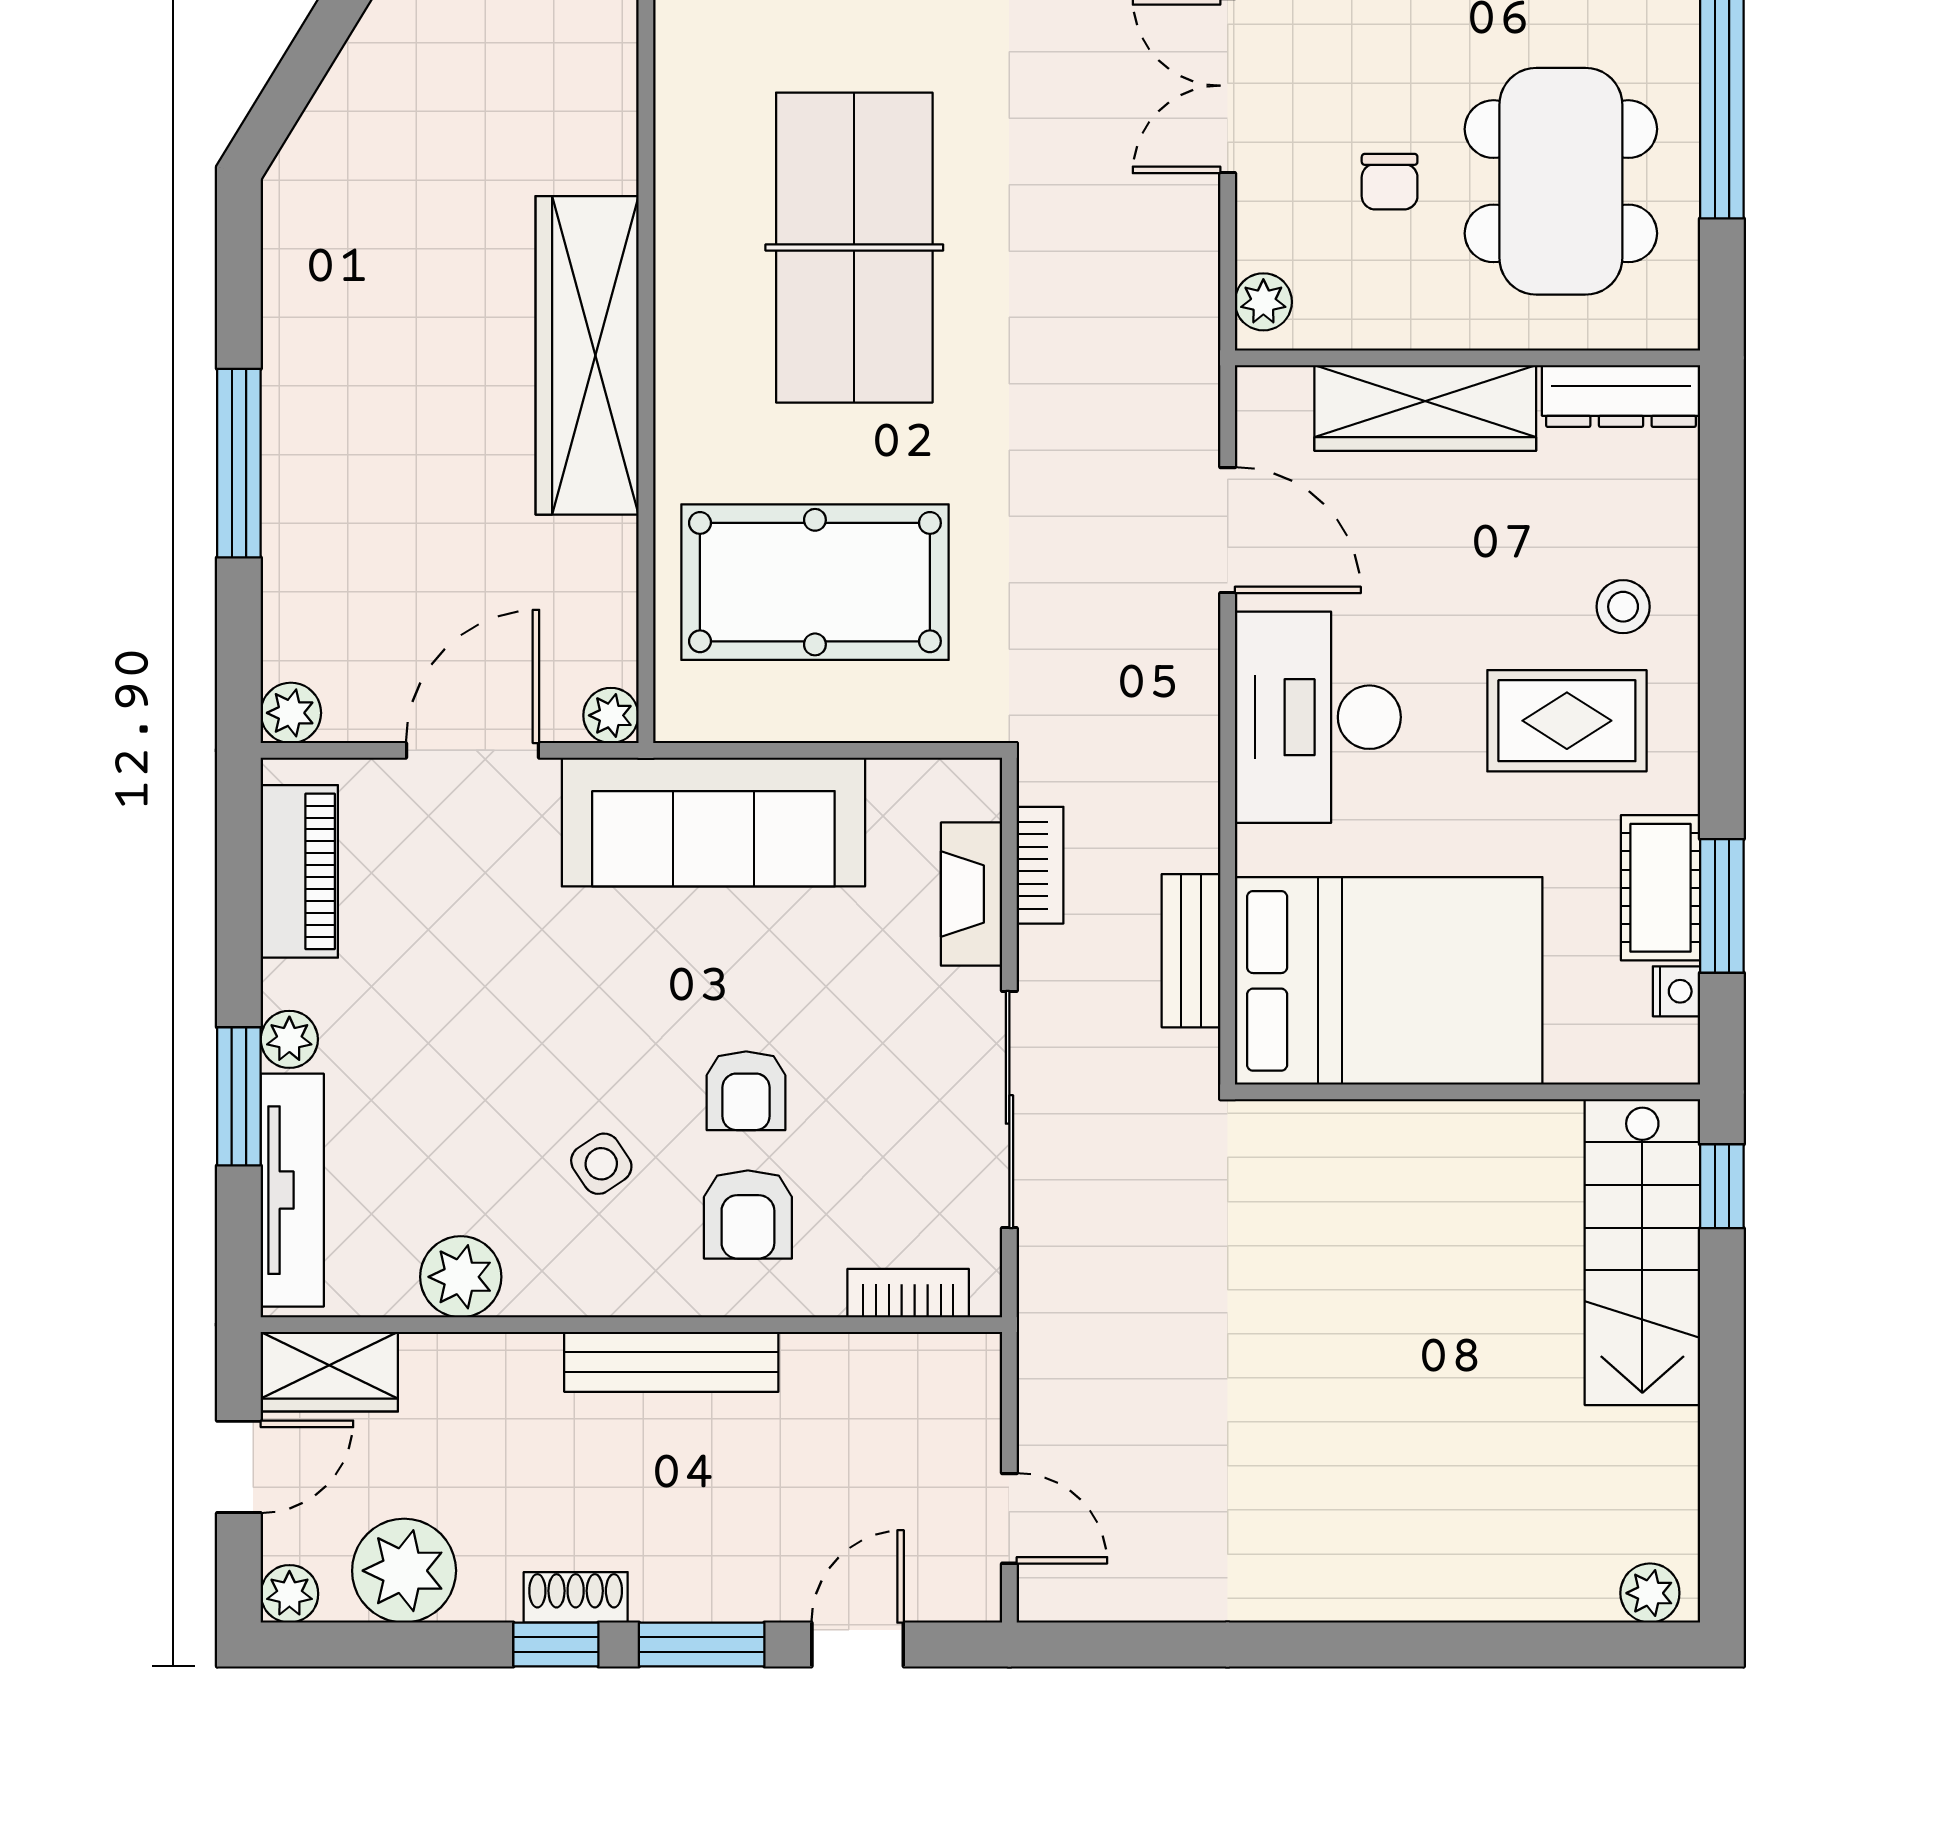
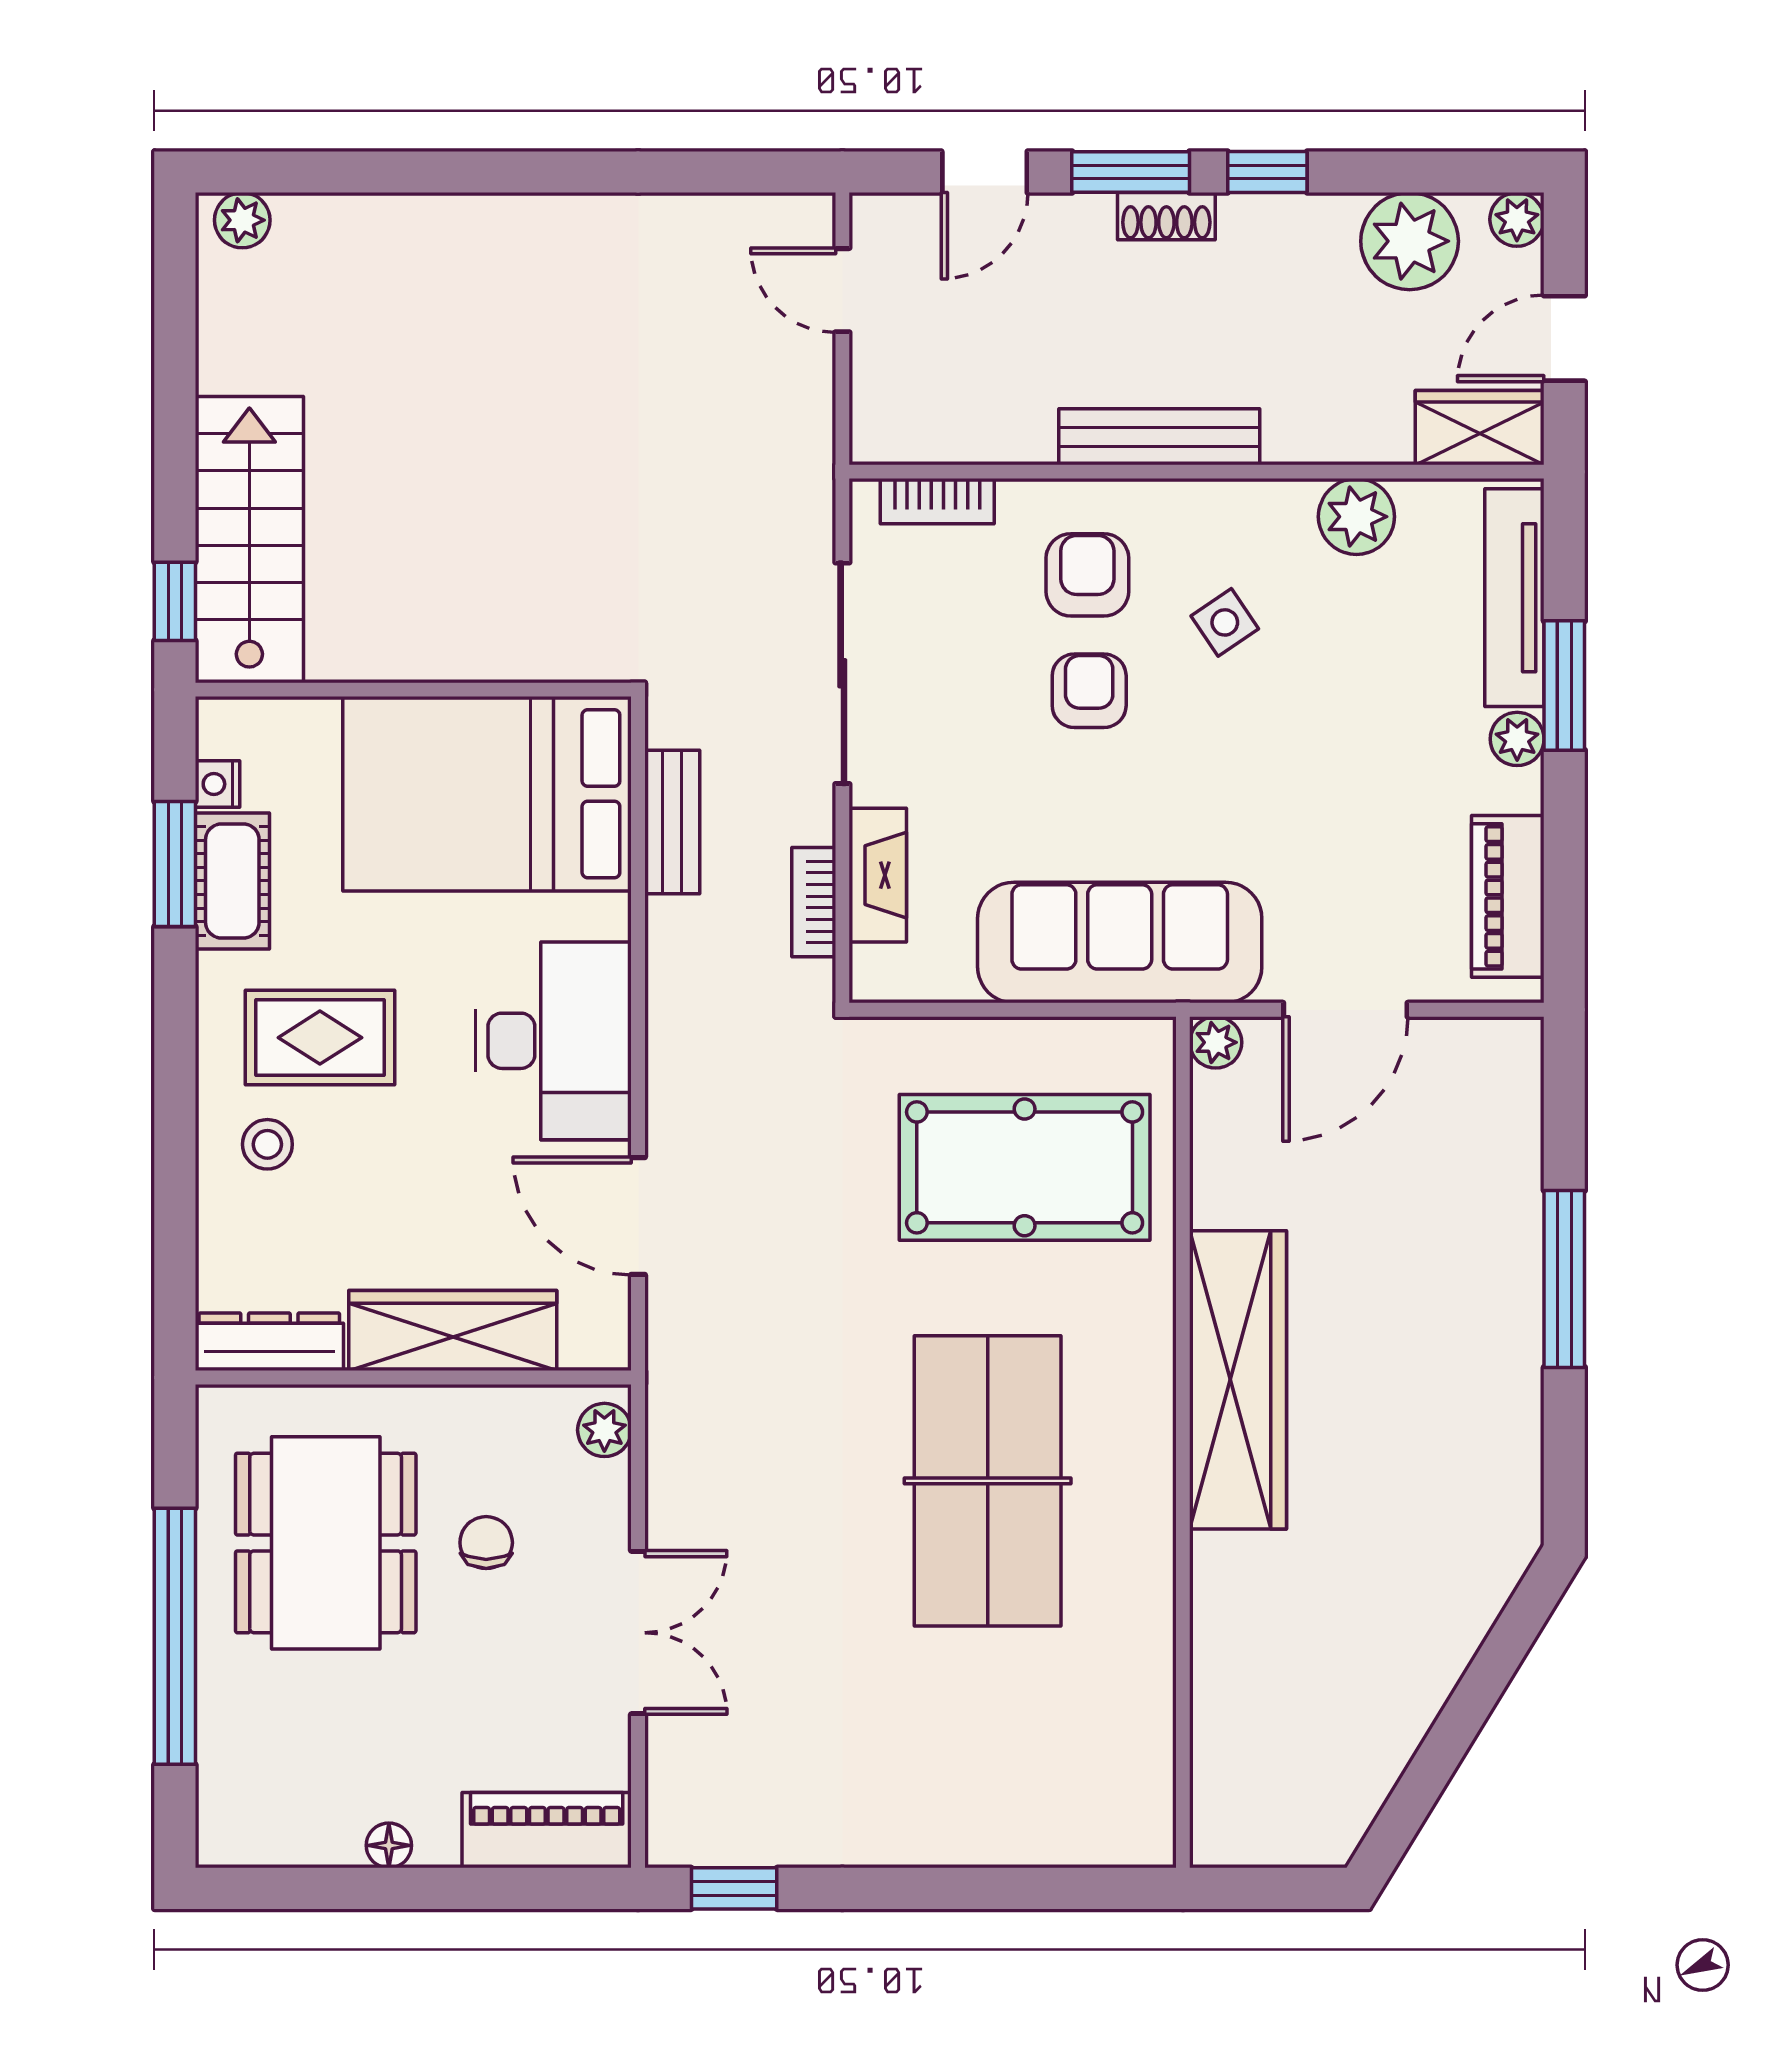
plant: (291, 713) -> (1516, 1045), removed
shoe rack: (576, 1597) -> (1166, 216), moved

